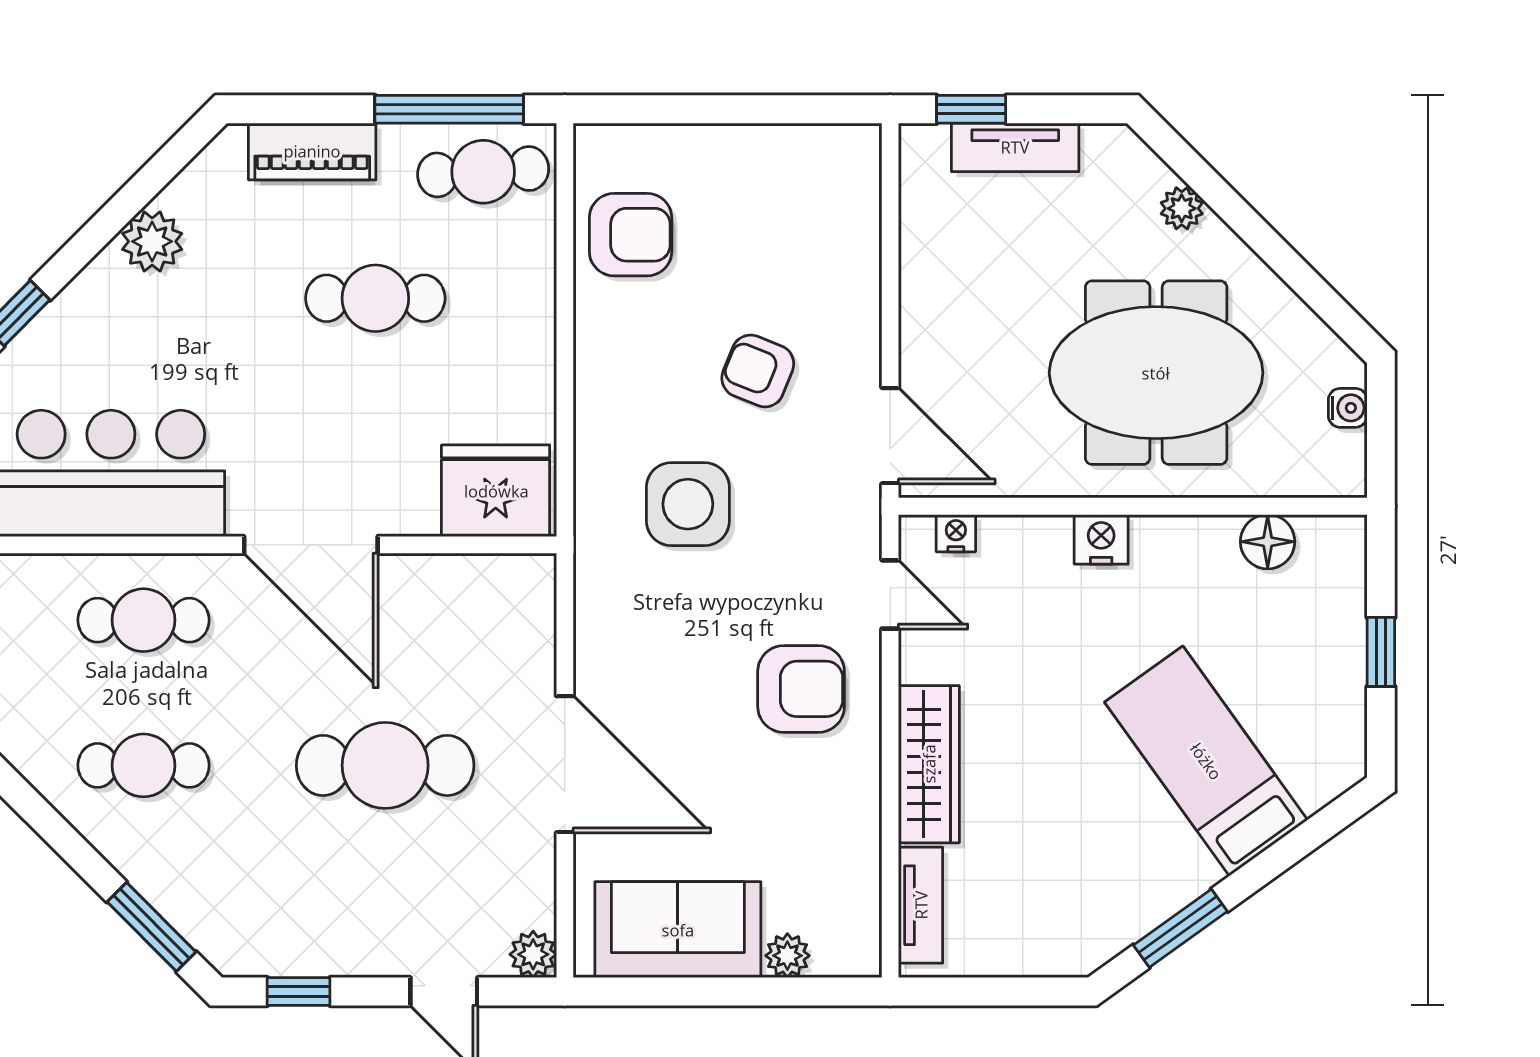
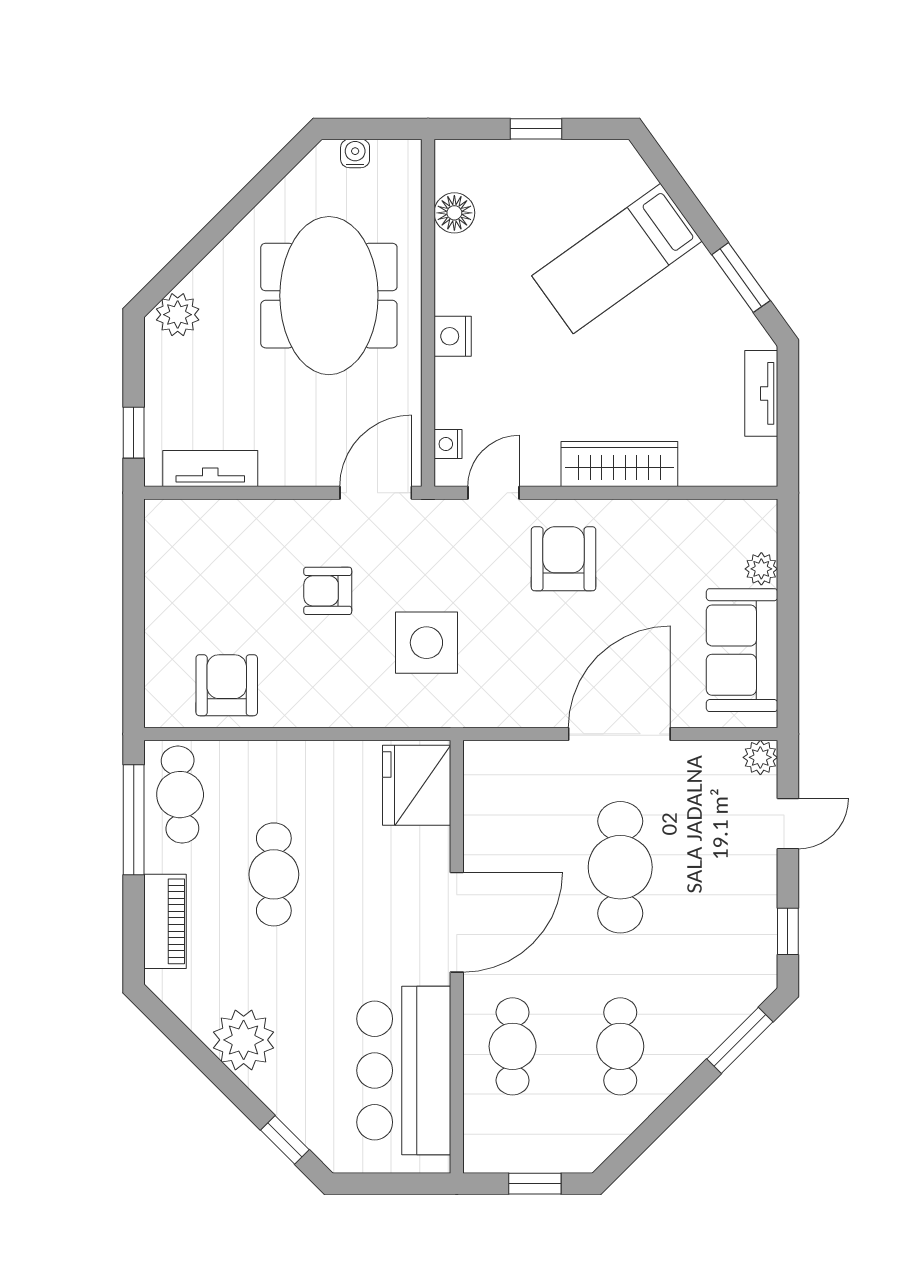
tv unit: (1015, 147) -> (210, 469), moved, turned -90
plant: (1182, 208) -> (178, 315), moved, width x1.38, depth x1.38
plant: (152, 241) -> (244, 1040), width x1.36, depth x1.36
armchair: (758, 371) -> (328, 591), turned 68
tv unit: (921, 905) -> (761, 393), moved, turned -90

